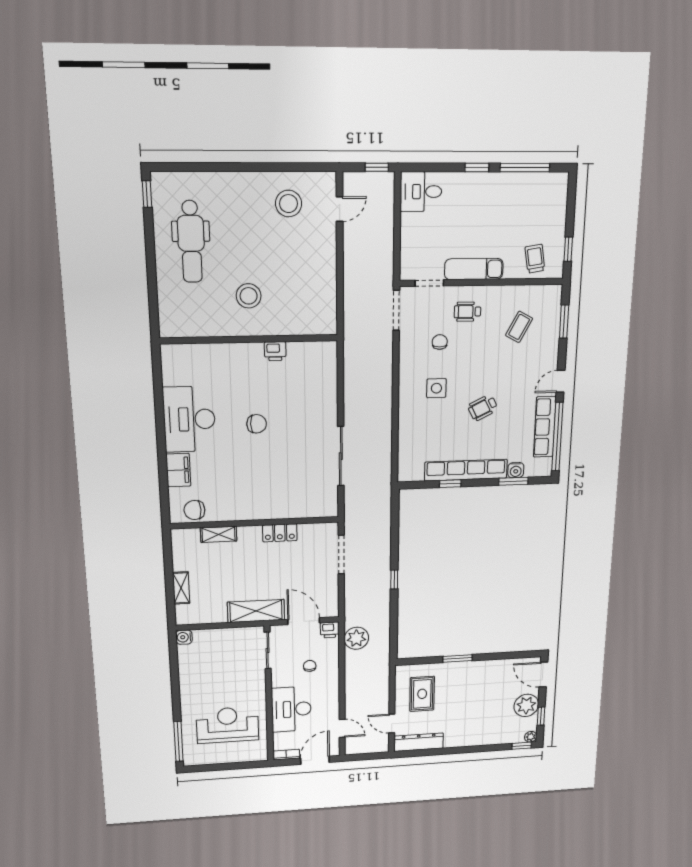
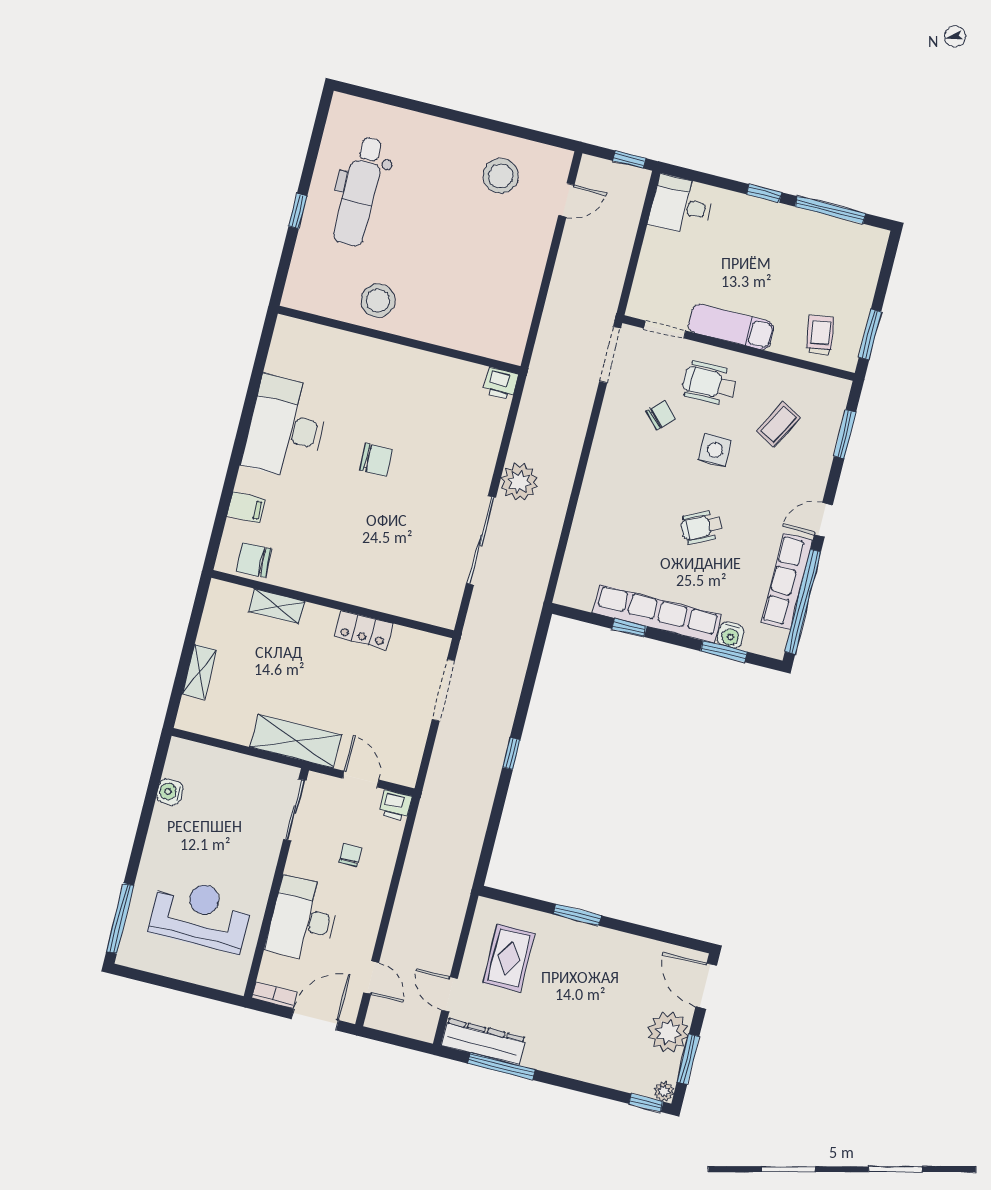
window: (147, 194) -> (298, 211), moved
window: (568, 249) -> (870, 334), width x1.50
stool: (249, 296) -> (378, 301), moved
wheelchair: (468, 312) -> (710, 383), width x1.36, depth x1.37
chair: (440, 342) -> (661, 415), turned 46
printer: (275, 351) -> (501, 384), moved
side table: (436, 388) -> (715, 450), moved
filing cabinet: (178, 470) -> (246, 507), width x0.50
door: (304, 621) -> (361, 779), width x0.73
water cooler: (184, 637) -> (170, 792), moved
plant: (356, 638) -> (519, 482), moved
window: (541, 716) -> (688, 1059), width x1.50
window: (433, 752) -> (501, 1066), added

